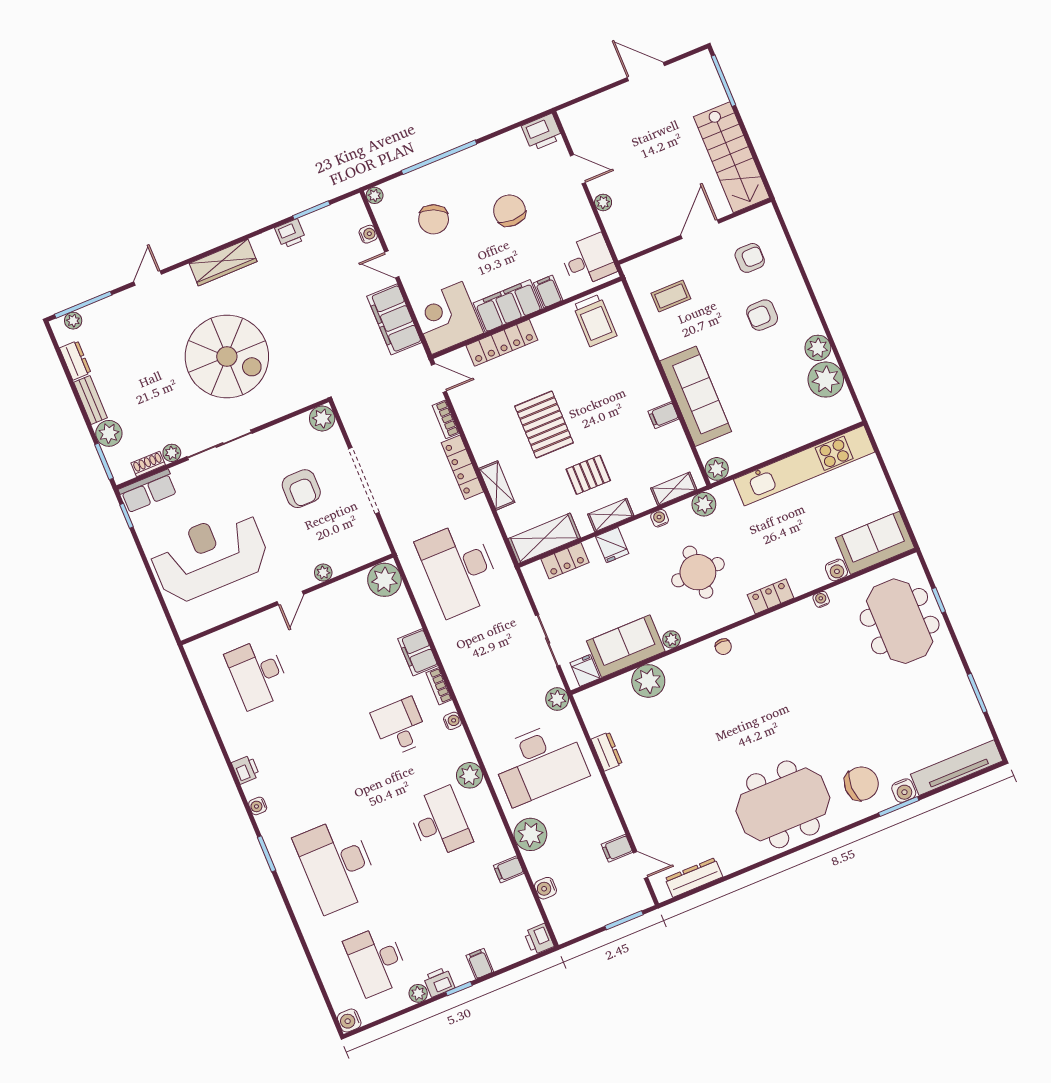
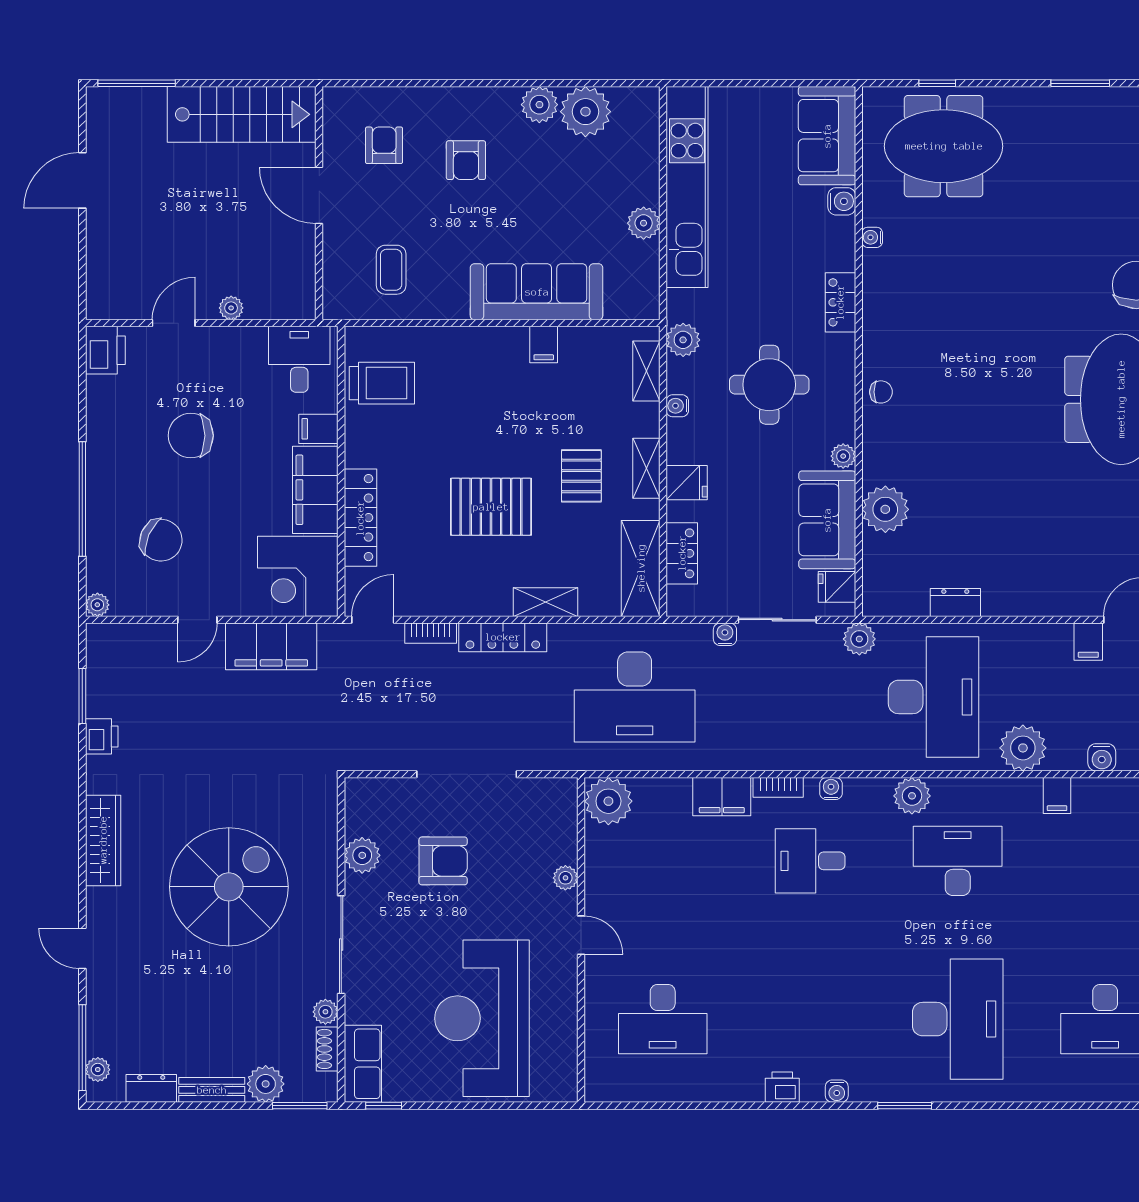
water cooler: (368, 234) -> (725, 634), moved
plant: (322, 418) -> (362, 855), moved
plant: (717, 469) -> (644, 223), moved
desk: (337, 865) -> (958, 1019), turned -90

